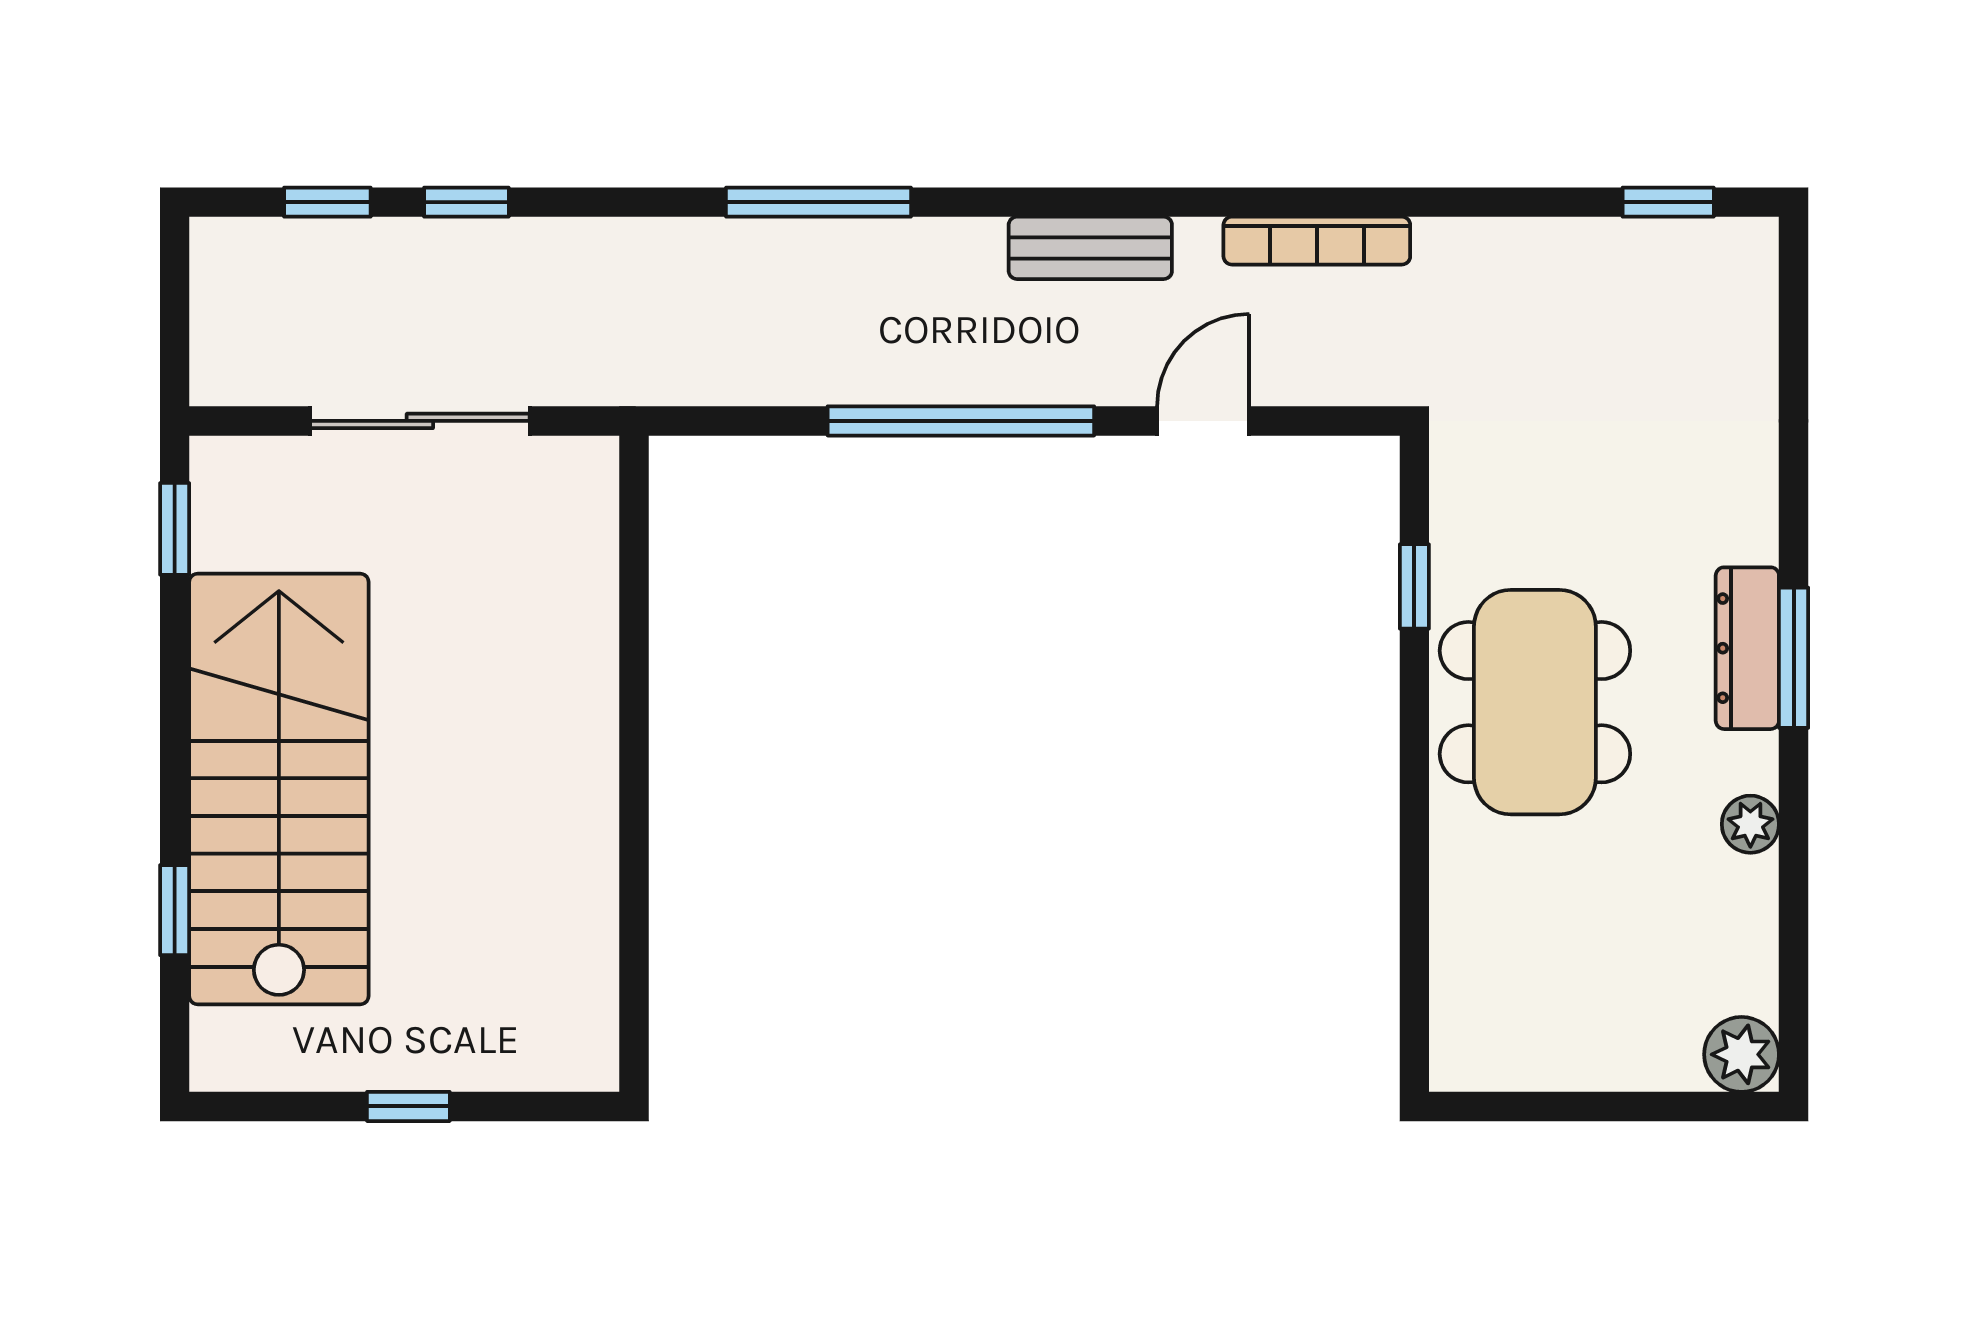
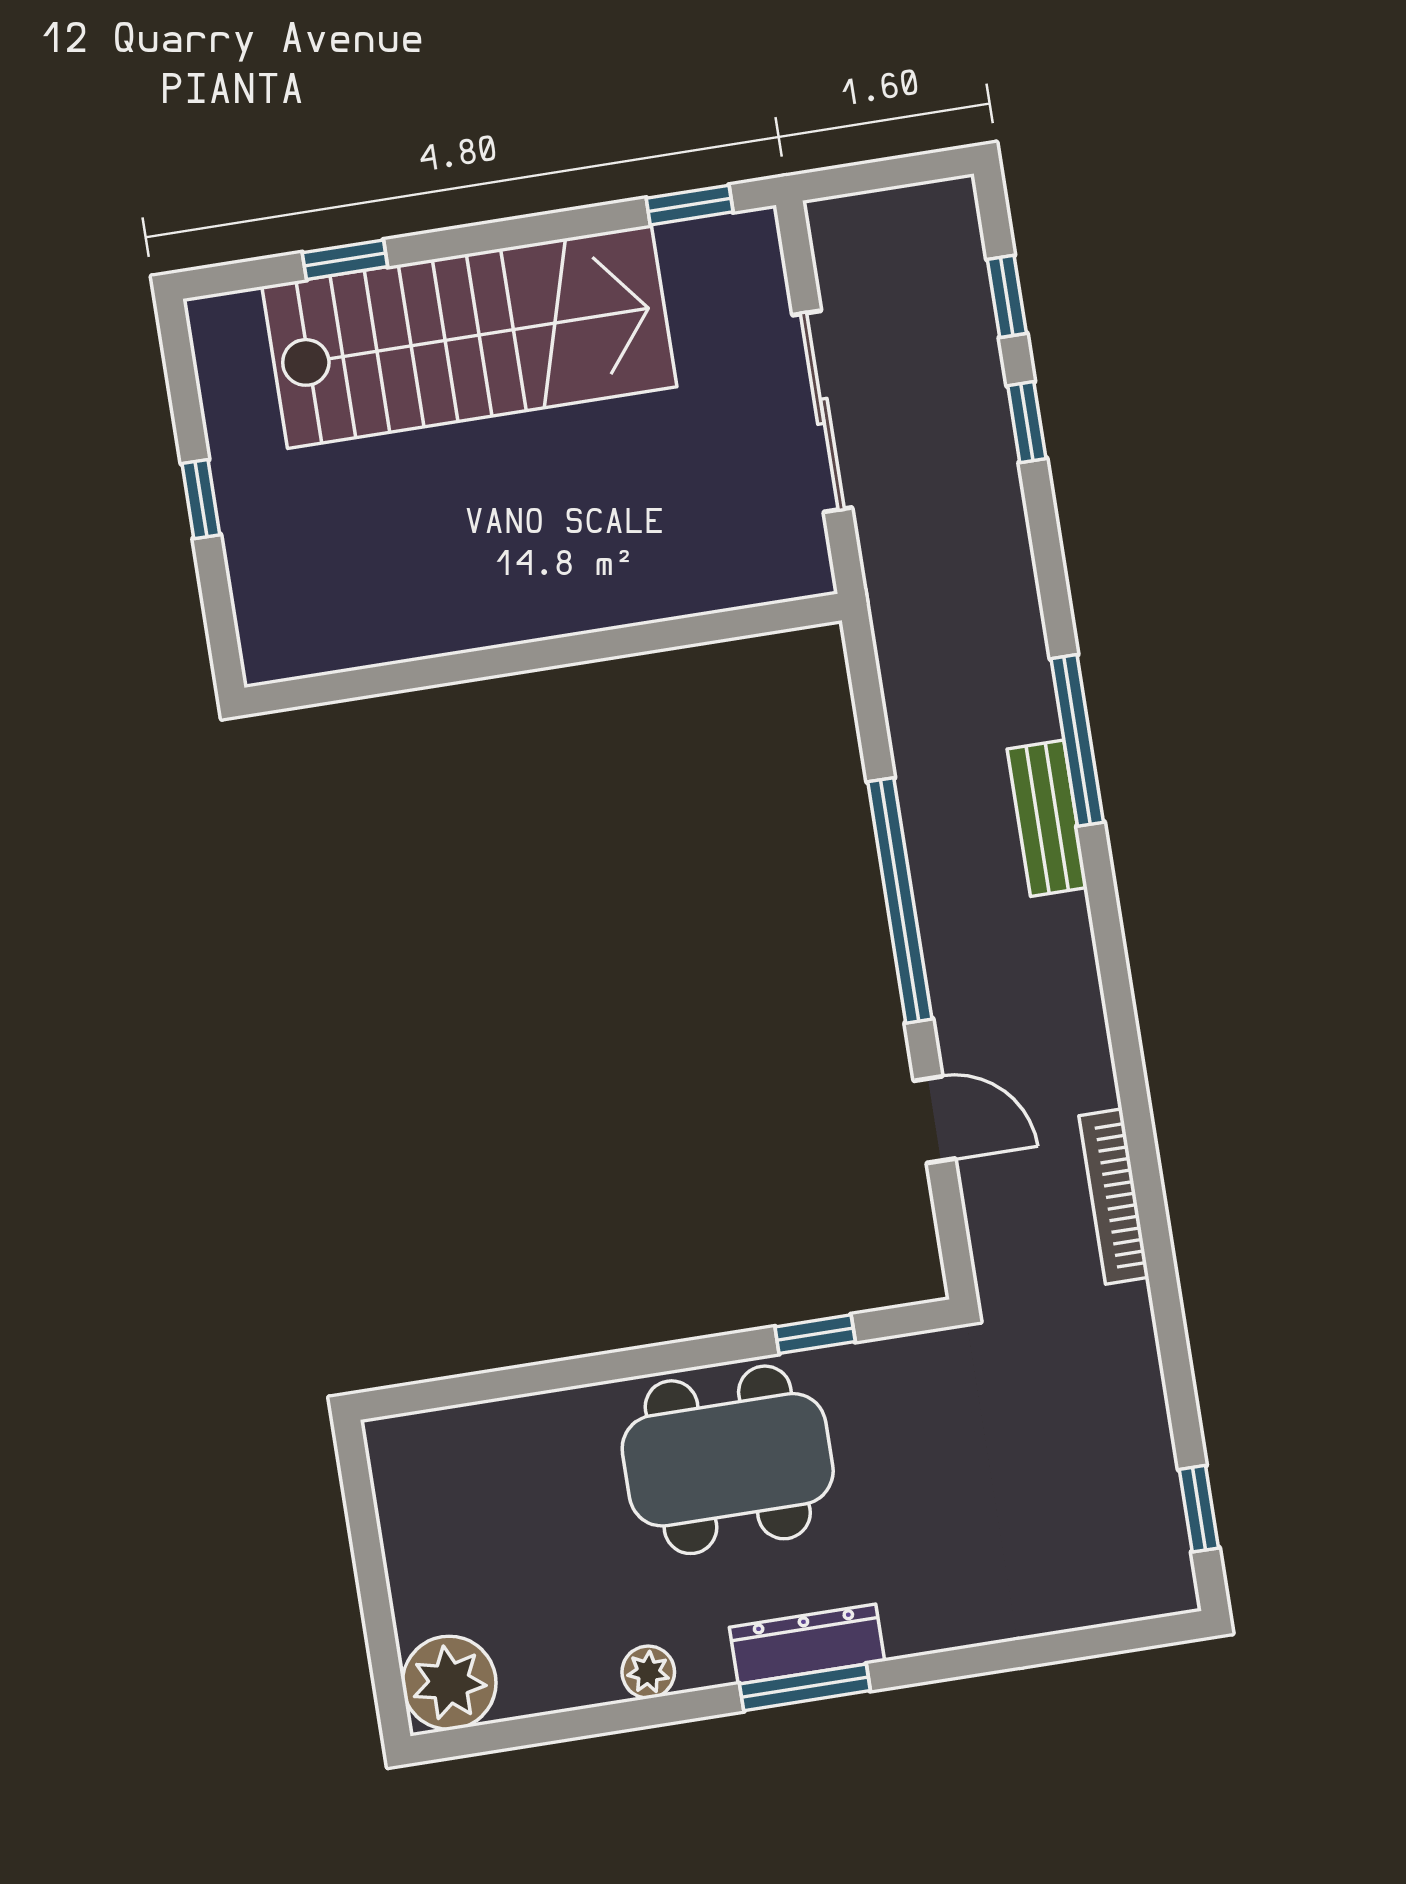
bench: (1090, 248) -> (1047, 818), moved
plant: (1742, 1054) -> (449, 1683), width x1.36, depth x1.36

